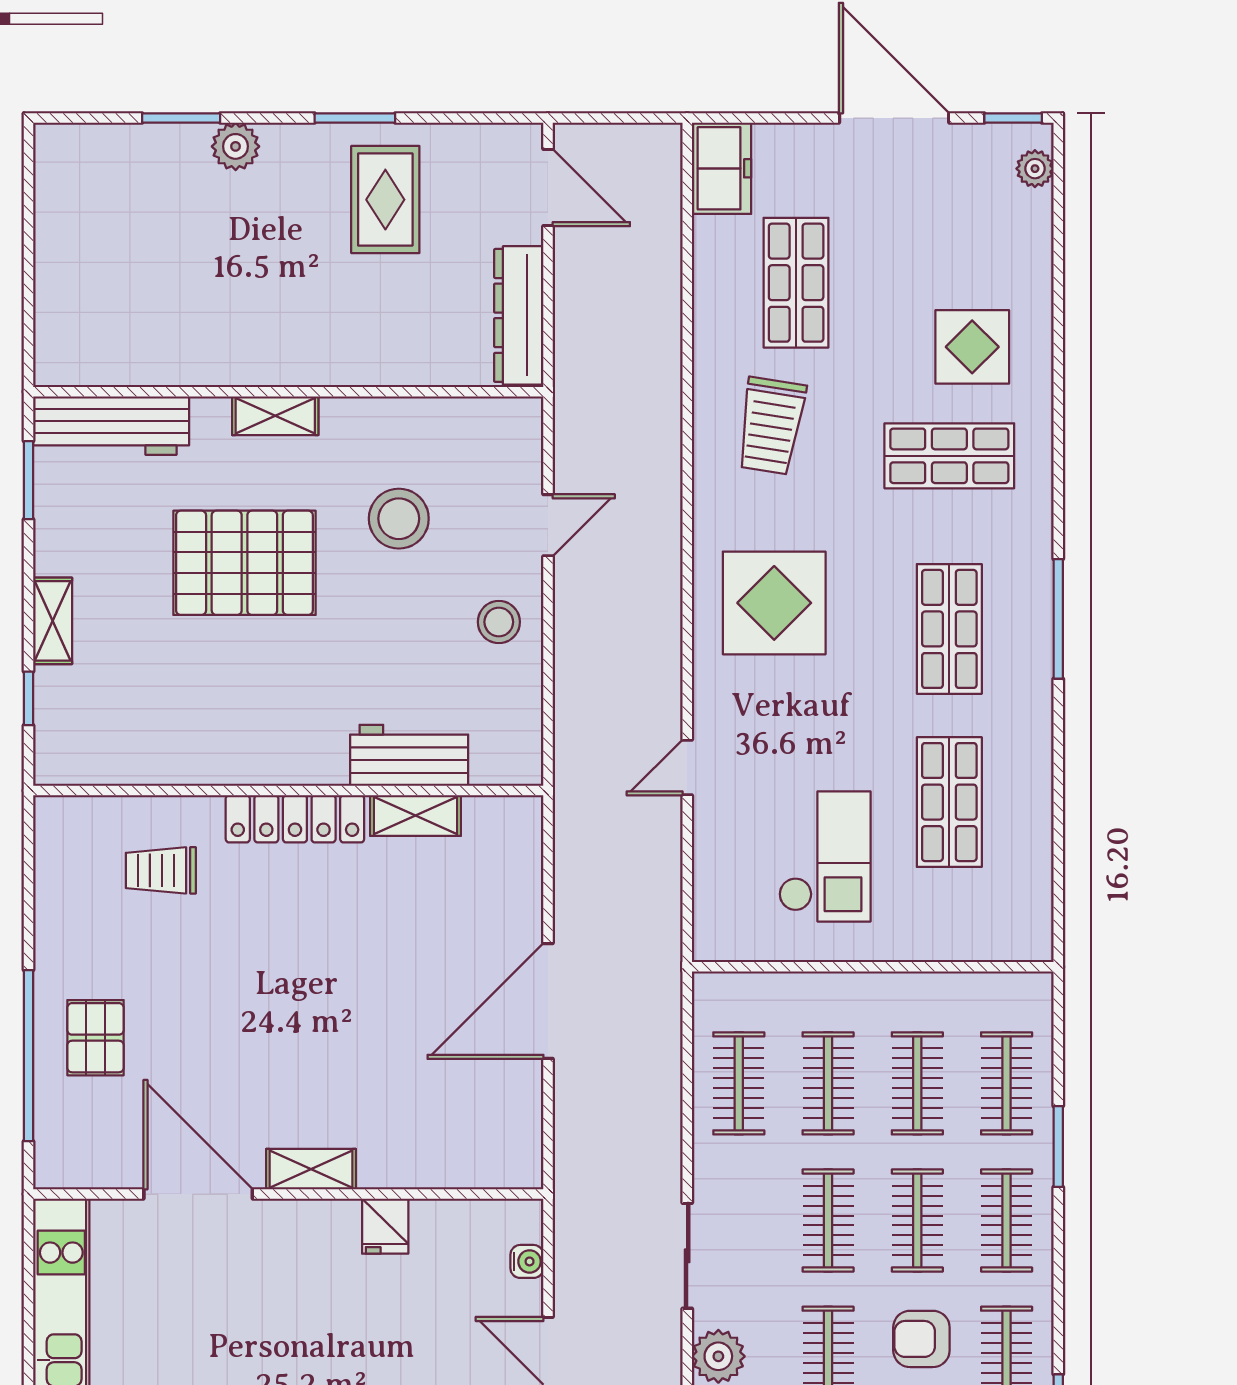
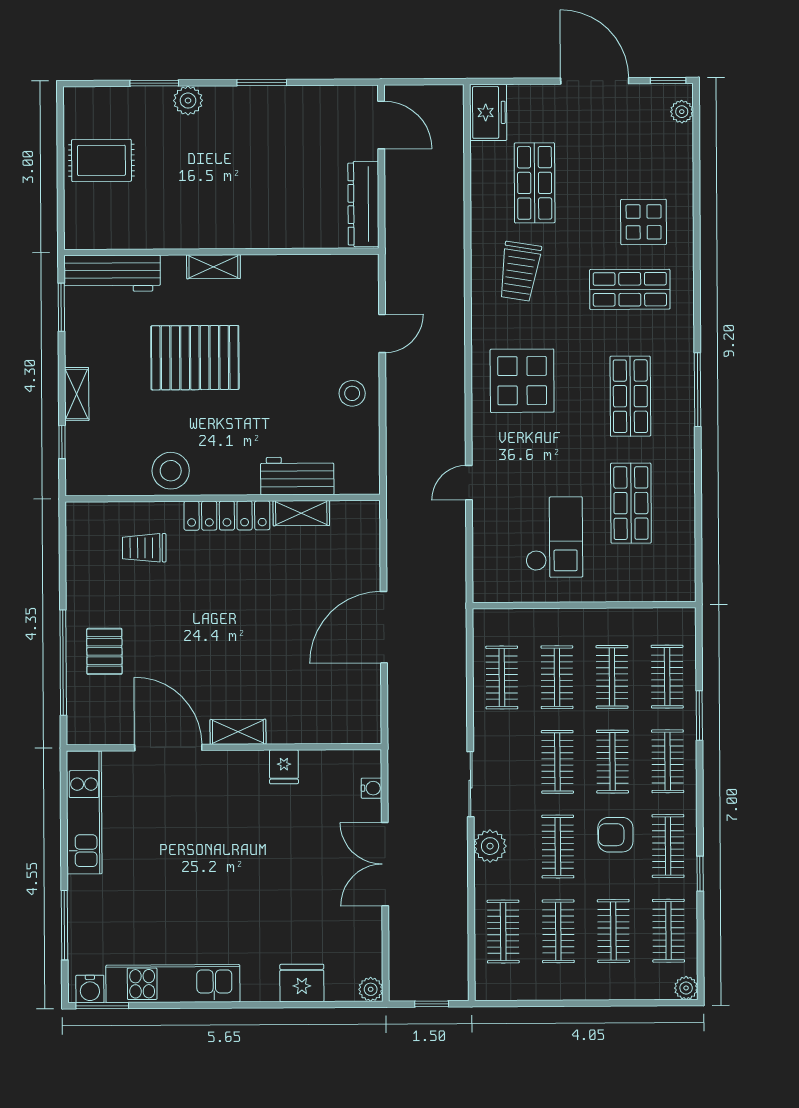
rug: (385, 200) -> (101, 160), moved, turned 90
stool: (399, 519) -> (171, 471), moved

